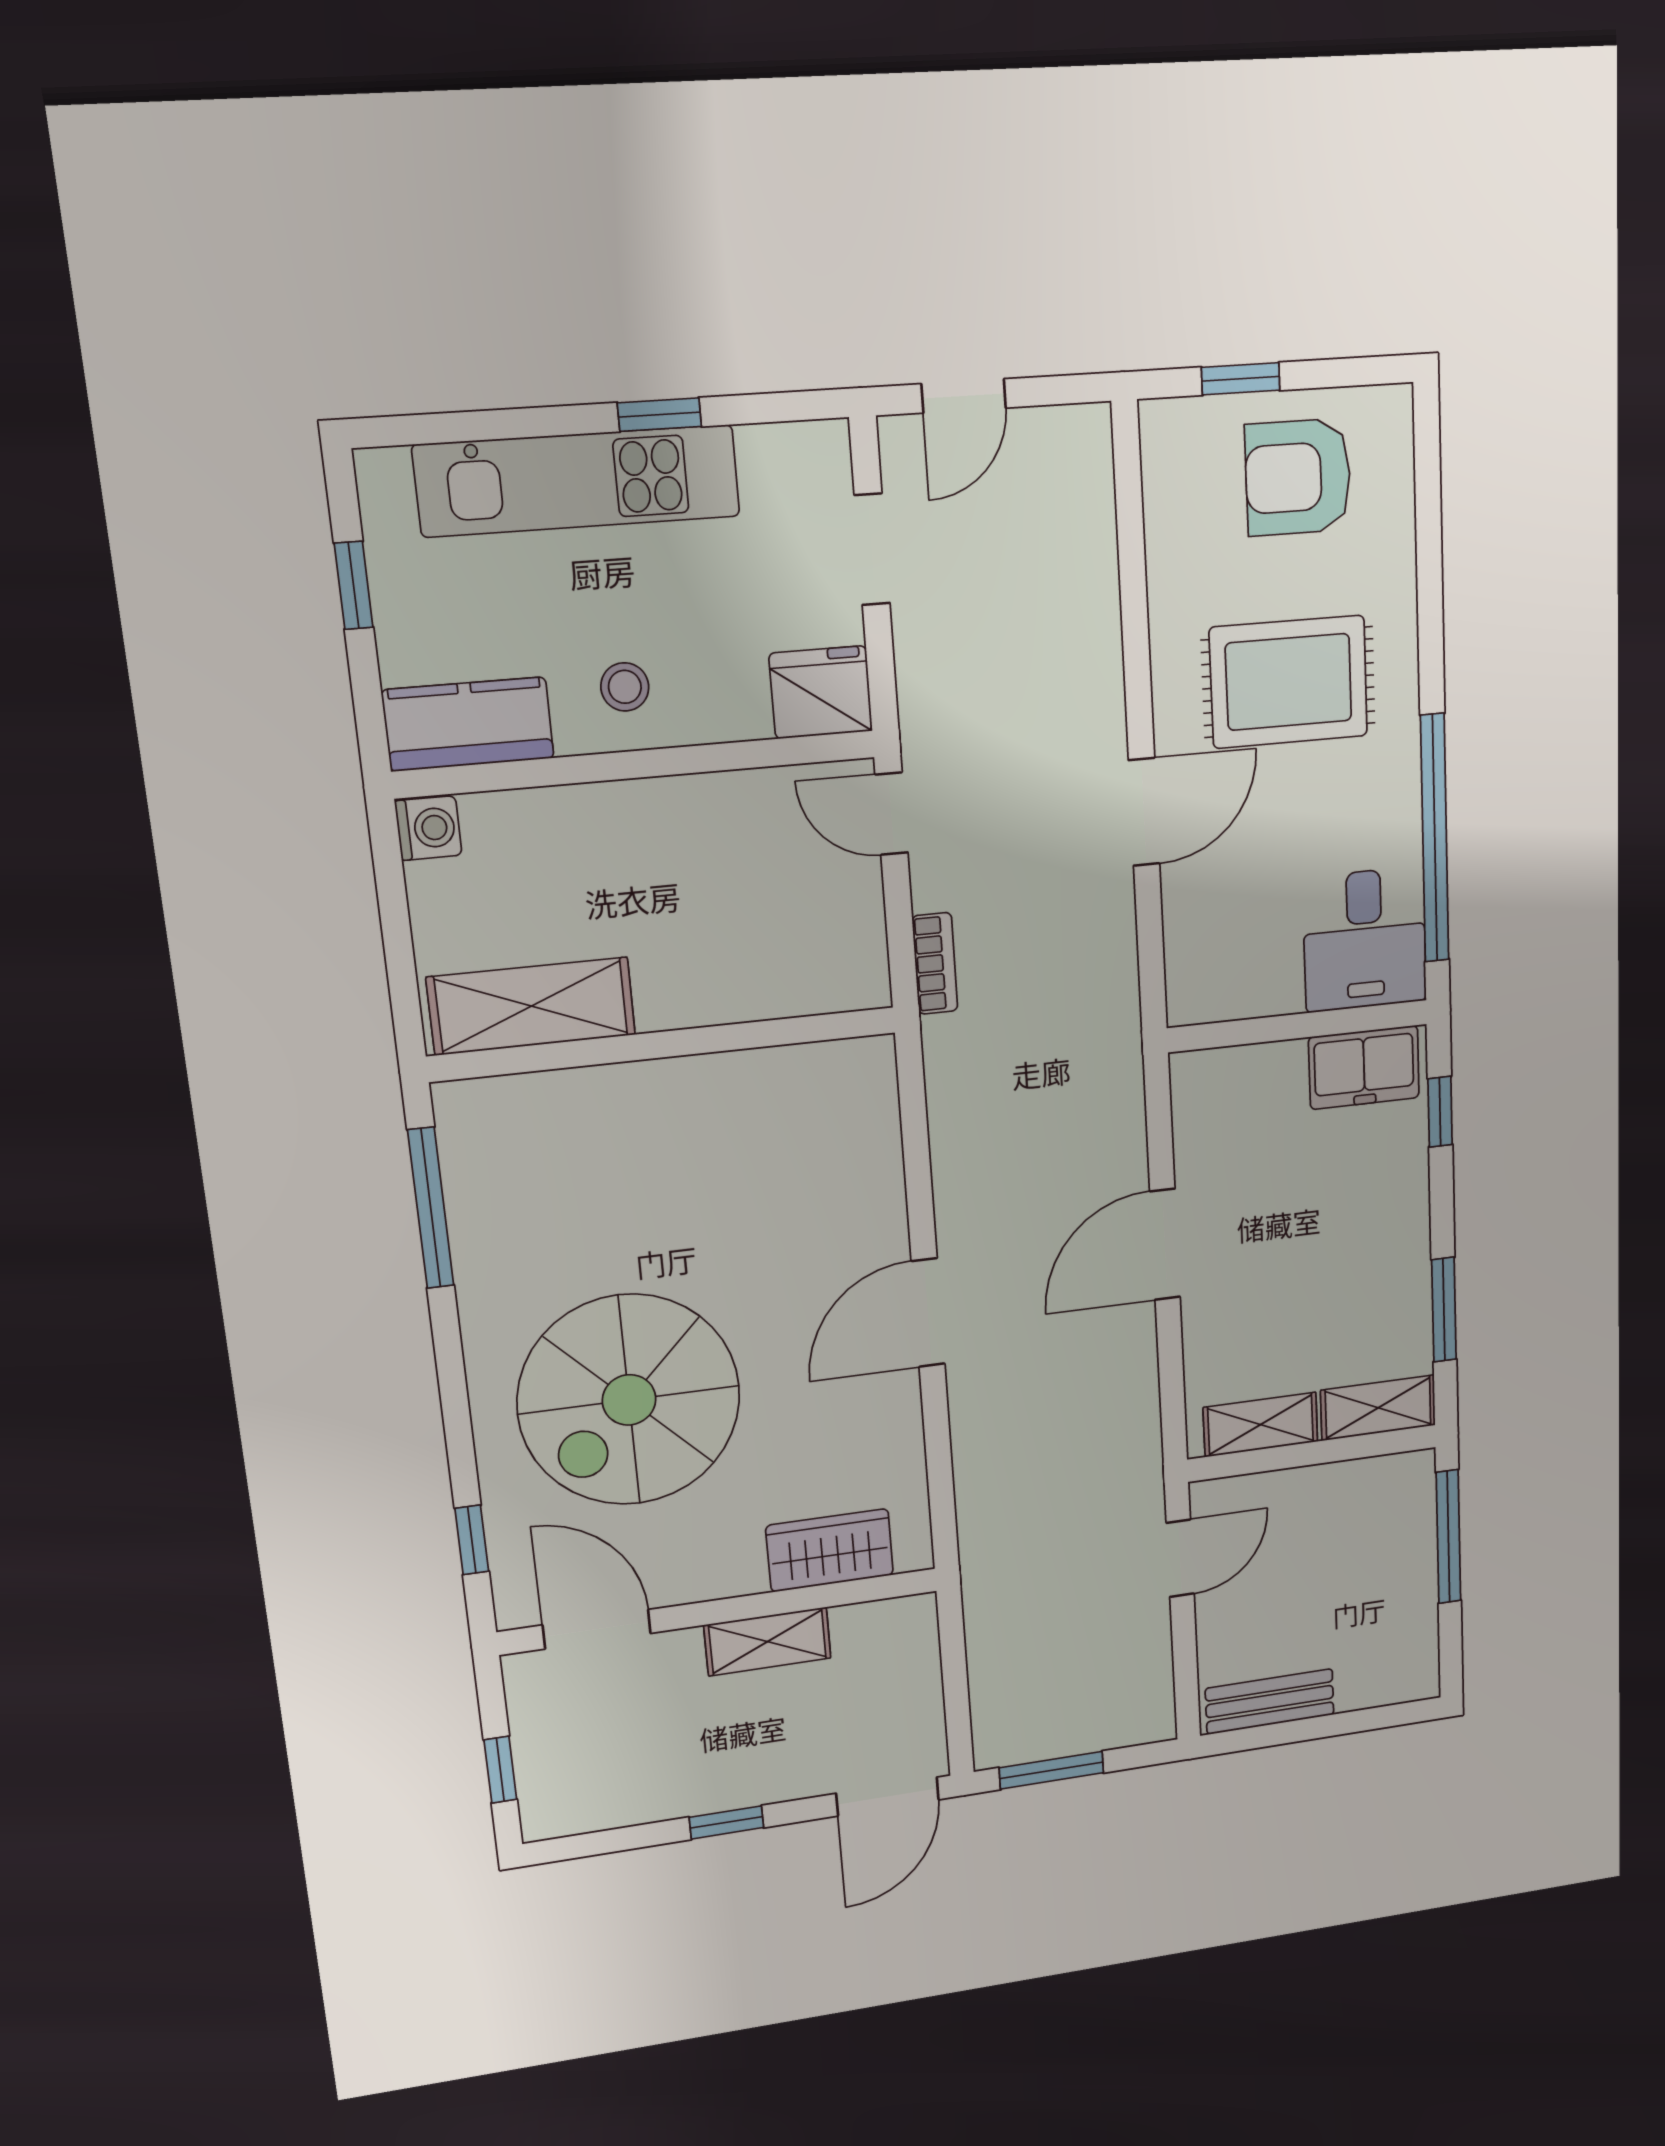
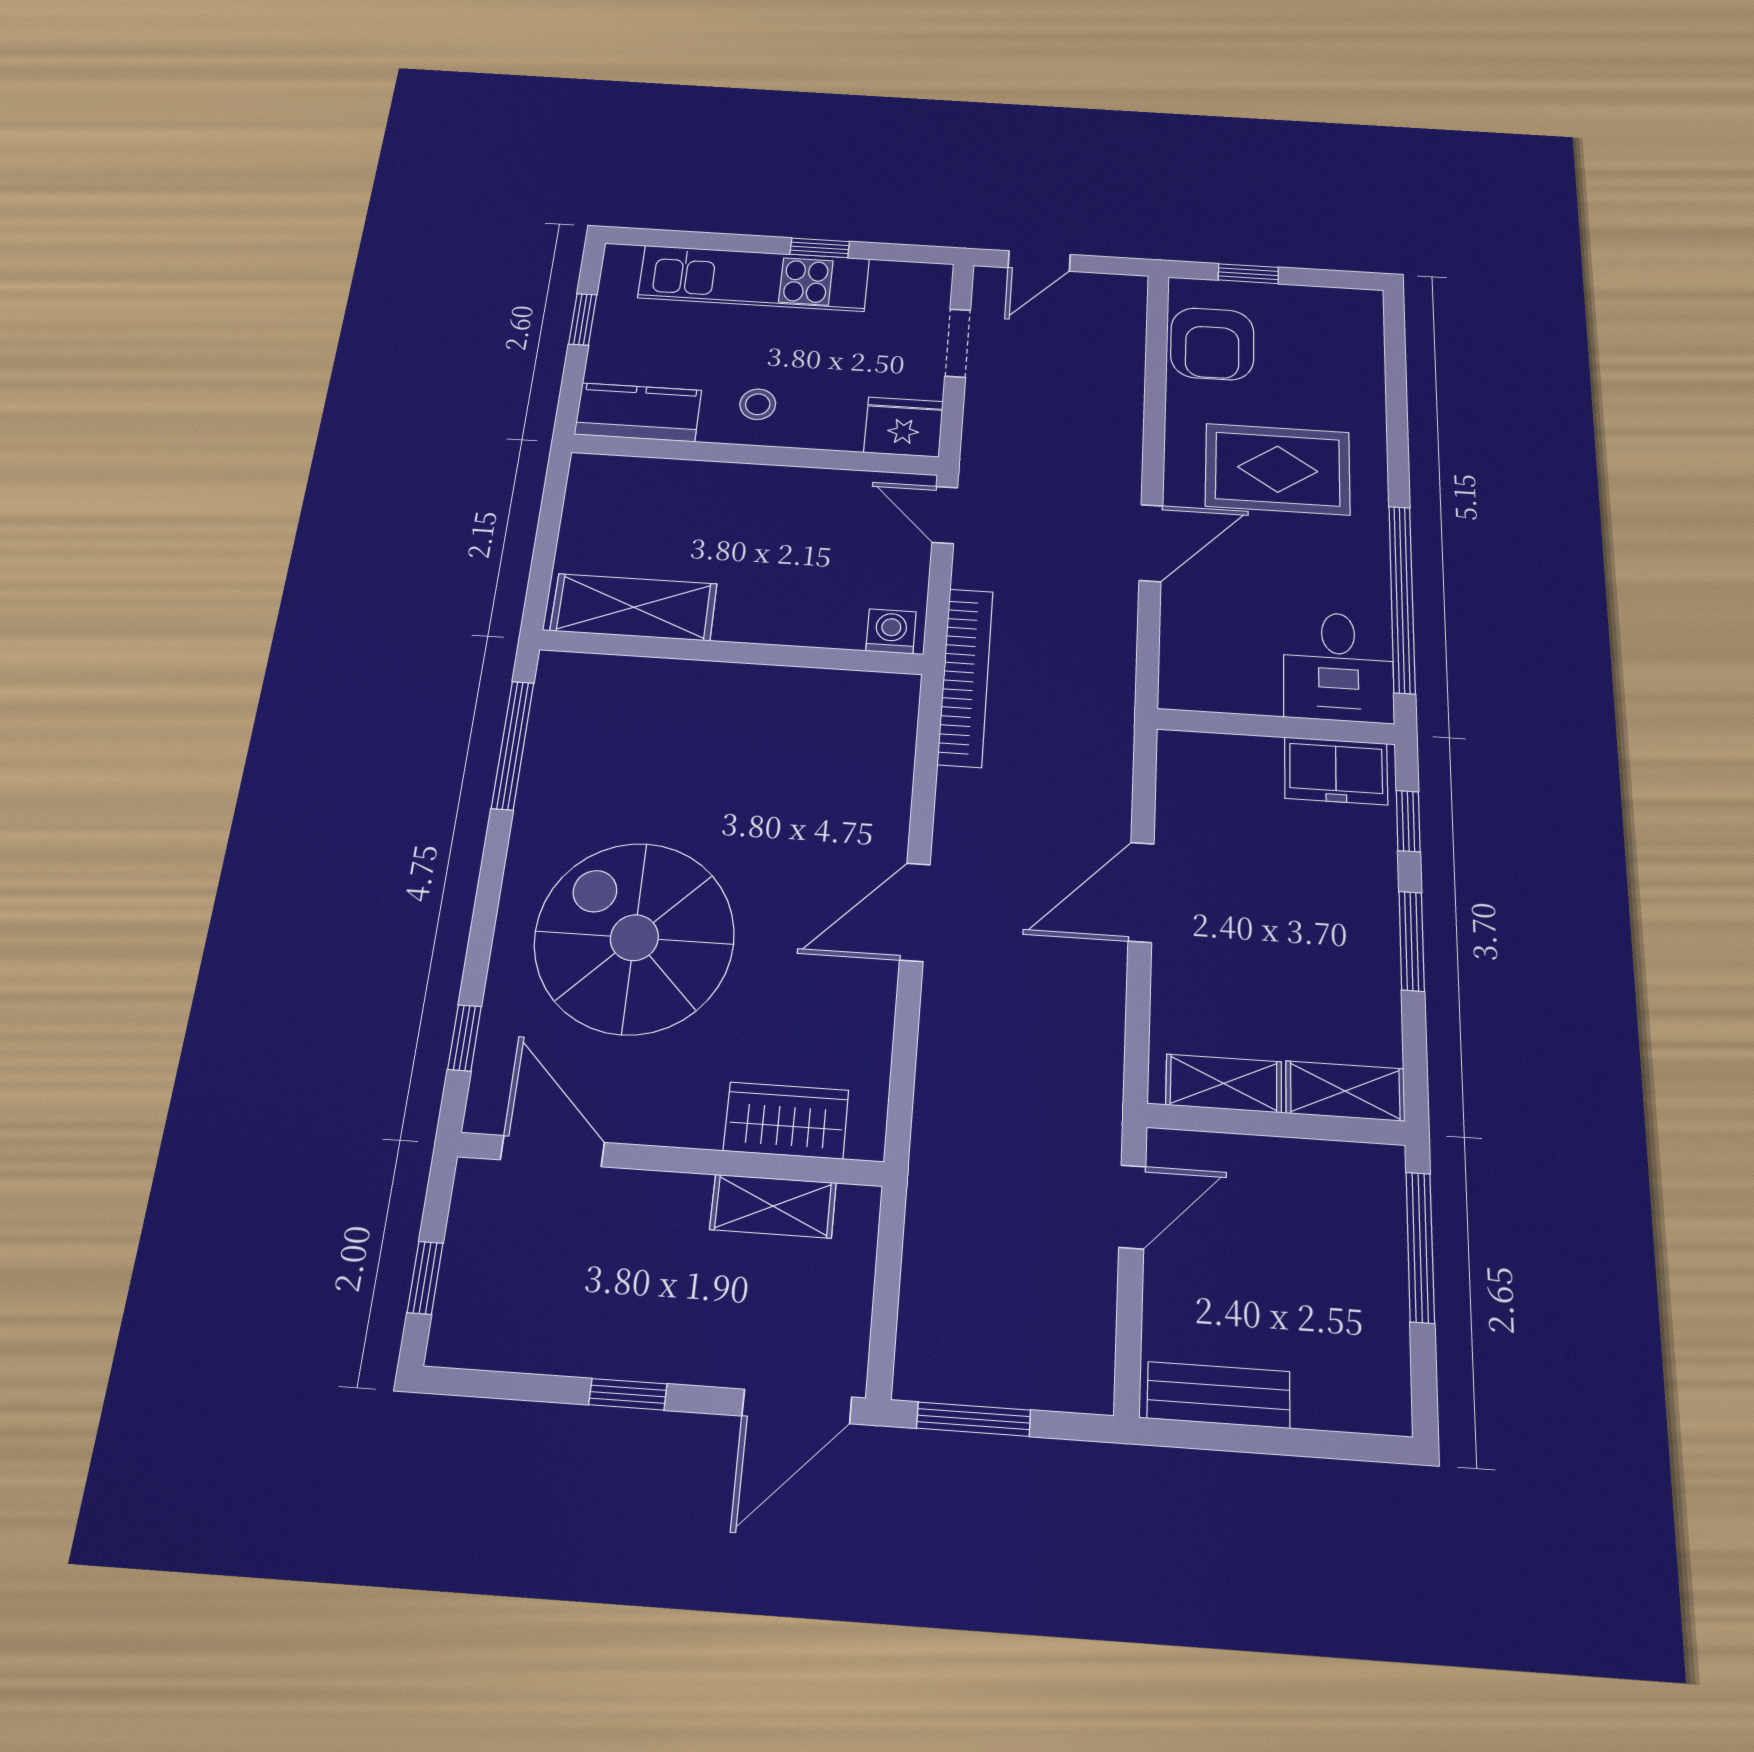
armchair: (1298, 477) -> (1212, 344), moved, turned -90
washing machine: (428, 828) -> (891, 631), moved, turned -90
bookcase: (935, 963) -> (965, 677), width x2.31, depth x1.31
window: (1444, 1310) -> (1412, 941), moved
spiral stairs: (629, 1400) -> (634, 938), turned 90
shelving: (768, 1642) -> (773, 1206), moved

